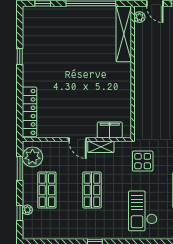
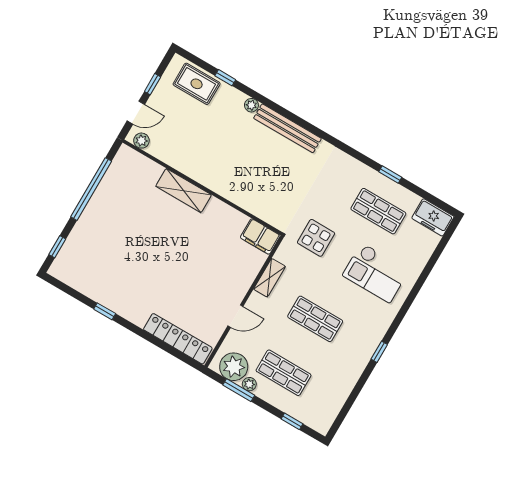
shelving: (124, 34) -> (184, 191), moved, width x0.68
filing cabinet: (110, 130) -> (260, 237), moved, turned -90
door: (78, 140) -> (235, 316), moved
plant: (27, 210) -> (249, 384), moved

